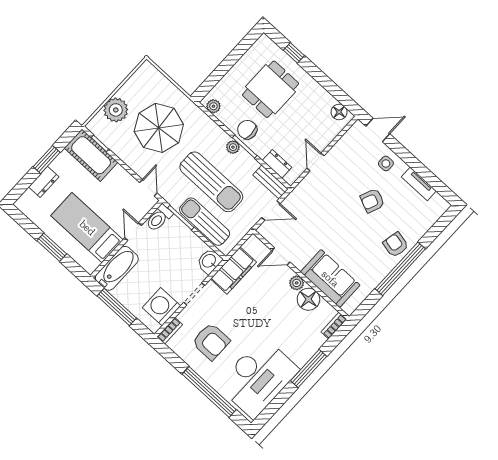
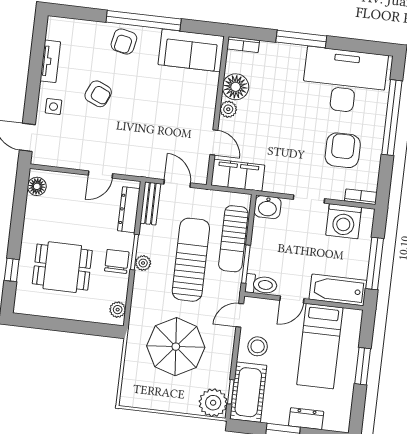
plant: (116, 110) -> (213, 403), moved
chair: (247, 130) -> (117, 261), turned 180
dresser: (277, 164) -> (129, 210), width x1.44
stool: (118, 185) -> (258, 346), added
filing cabinet: (233, 270) -> (238, 175), moved
sofa: (330, 279) -> (191, 50), moved, turned -90

